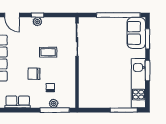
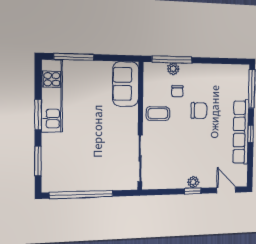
sofa: (136, 33) -> (126, 84), moved, turned 180
coffee table: (48, 52) -> (158, 113), moved
row of seats: (18, 102) -> (221, 72), removed

